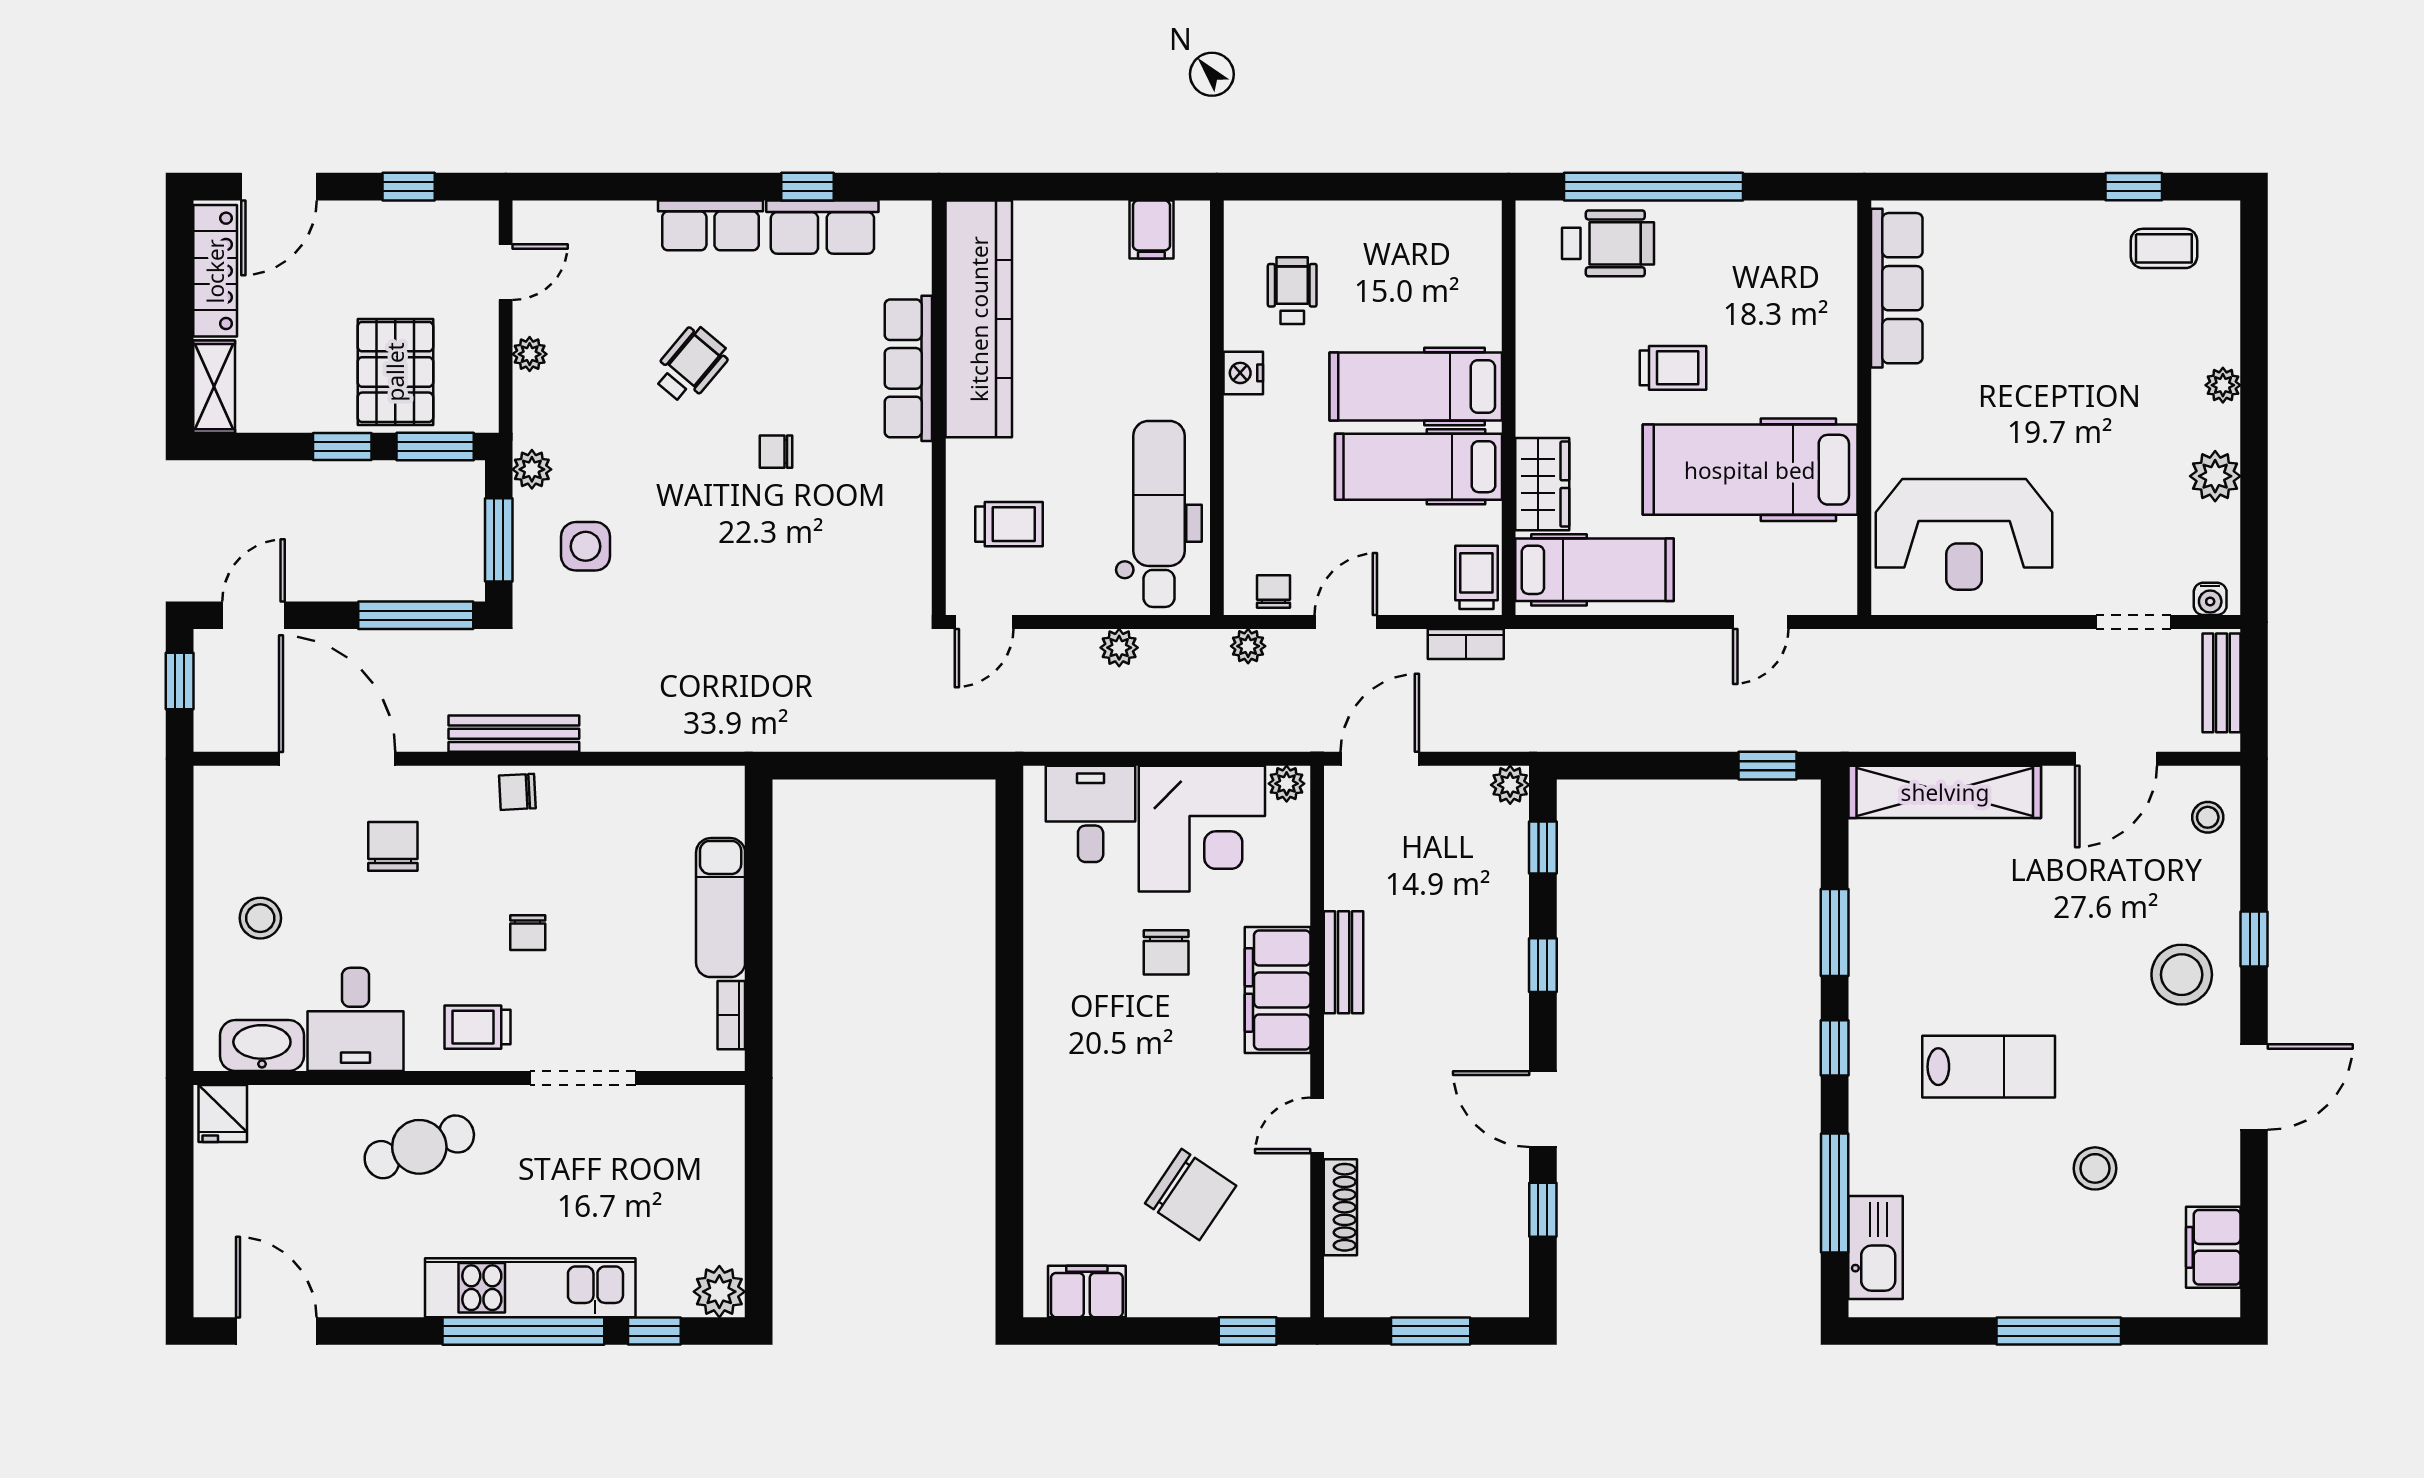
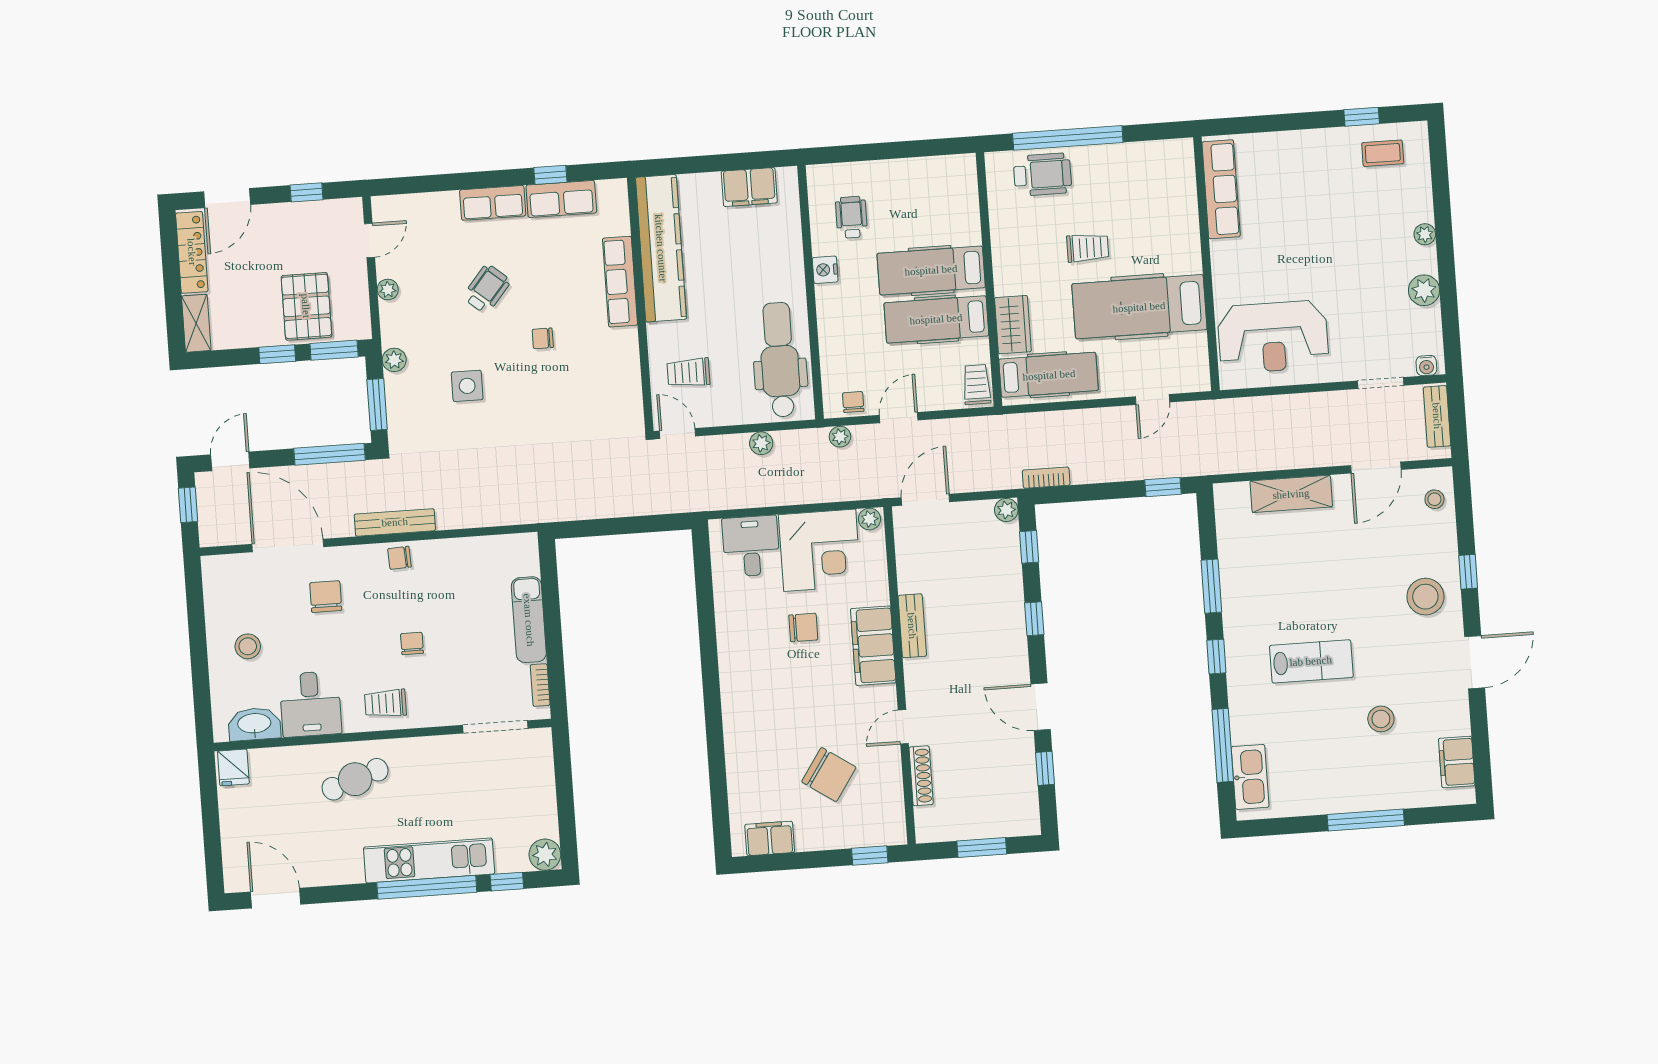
filing cabinet: (1151, 230) -> (749, 187), width x2.00
trolley: (1009, 524) -> (688, 373), turned 180
side table: (586, 546) -> (467, 386), moved
door: (984, 622) -> (677, 433), swing flipped
bookcase: (1466, 644) -> (1046, 478), moved, turned 180
shelving: (1945, 792) -> (1291, 494), width x0.68
chair: (528, 933) -> (412, 643), turned 180
chair: (1166, 952) -> (803, 627), turned -90
doorway: (583, 1078) -> (495, 727), moved

